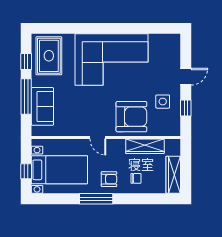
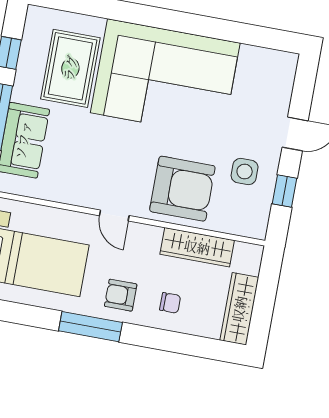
rug: (49, 56) -> (70, 68), moved
armchair: (109, 179) -> (121, 295), turned 180

